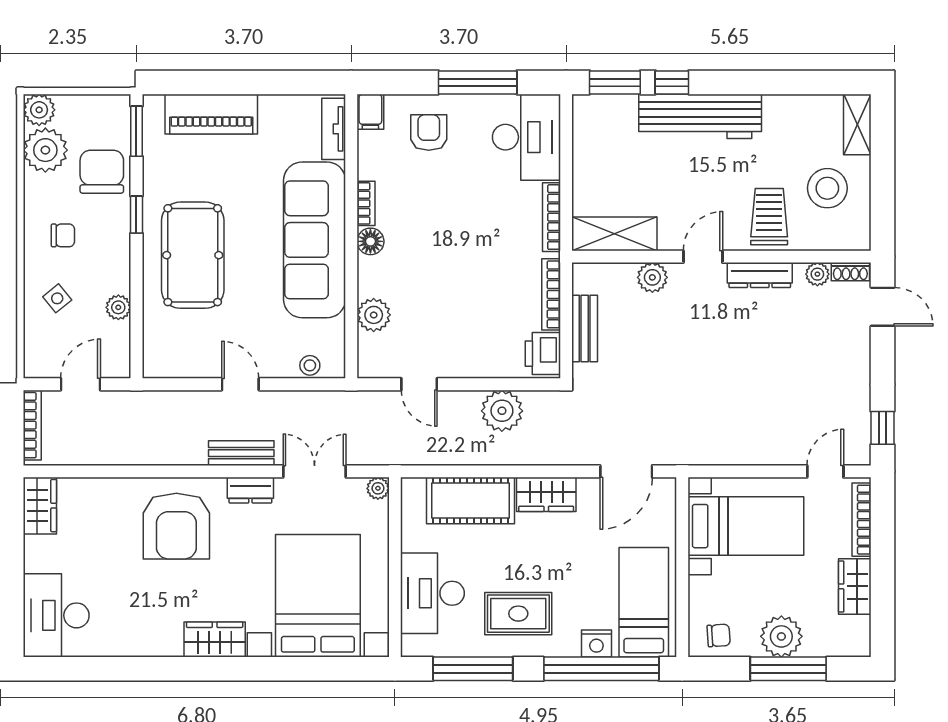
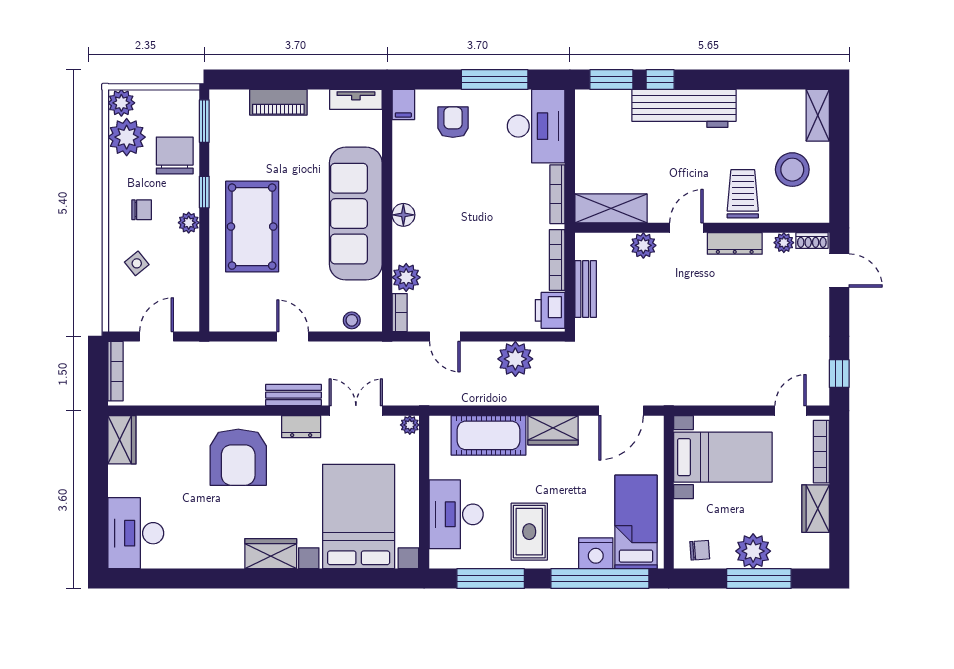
piano: (211, 114) -> (278, 102), width x0.73, depth x0.75
tv unit: (334, 129) -> (356, 99), moved, turned -90
bookcase: (366, 203) -> (400, 313), moved
plant: (118, 307) -> (189, 223), moved
rug: (518, 614) -> (529, 532), turned 90
nightstand: (596, 643) -> (596, 553), width x1.36, depth x1.33

